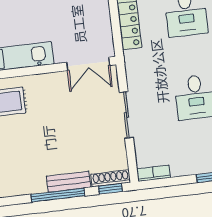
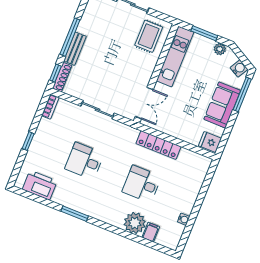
double door: (88, 64) -> (144, 103), swing flipped

